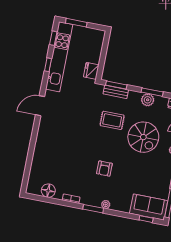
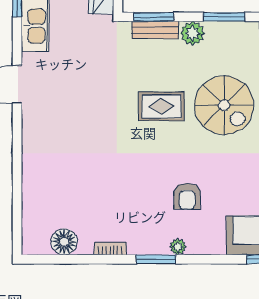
plant: (148, 100) -> (192, 33), moved
rug: (112, 120) -> (161, 106), moved
armchair: (104, 169) -> (187, 196), moved

